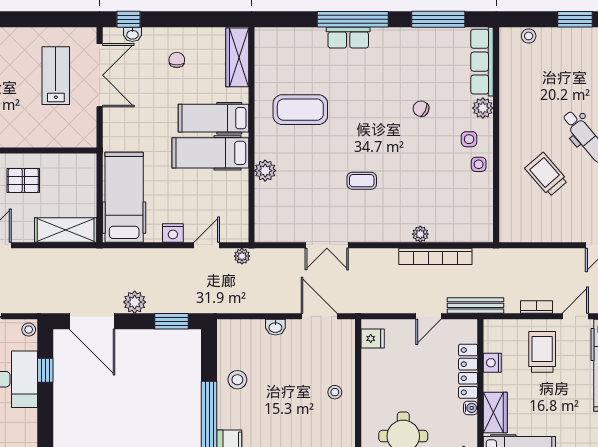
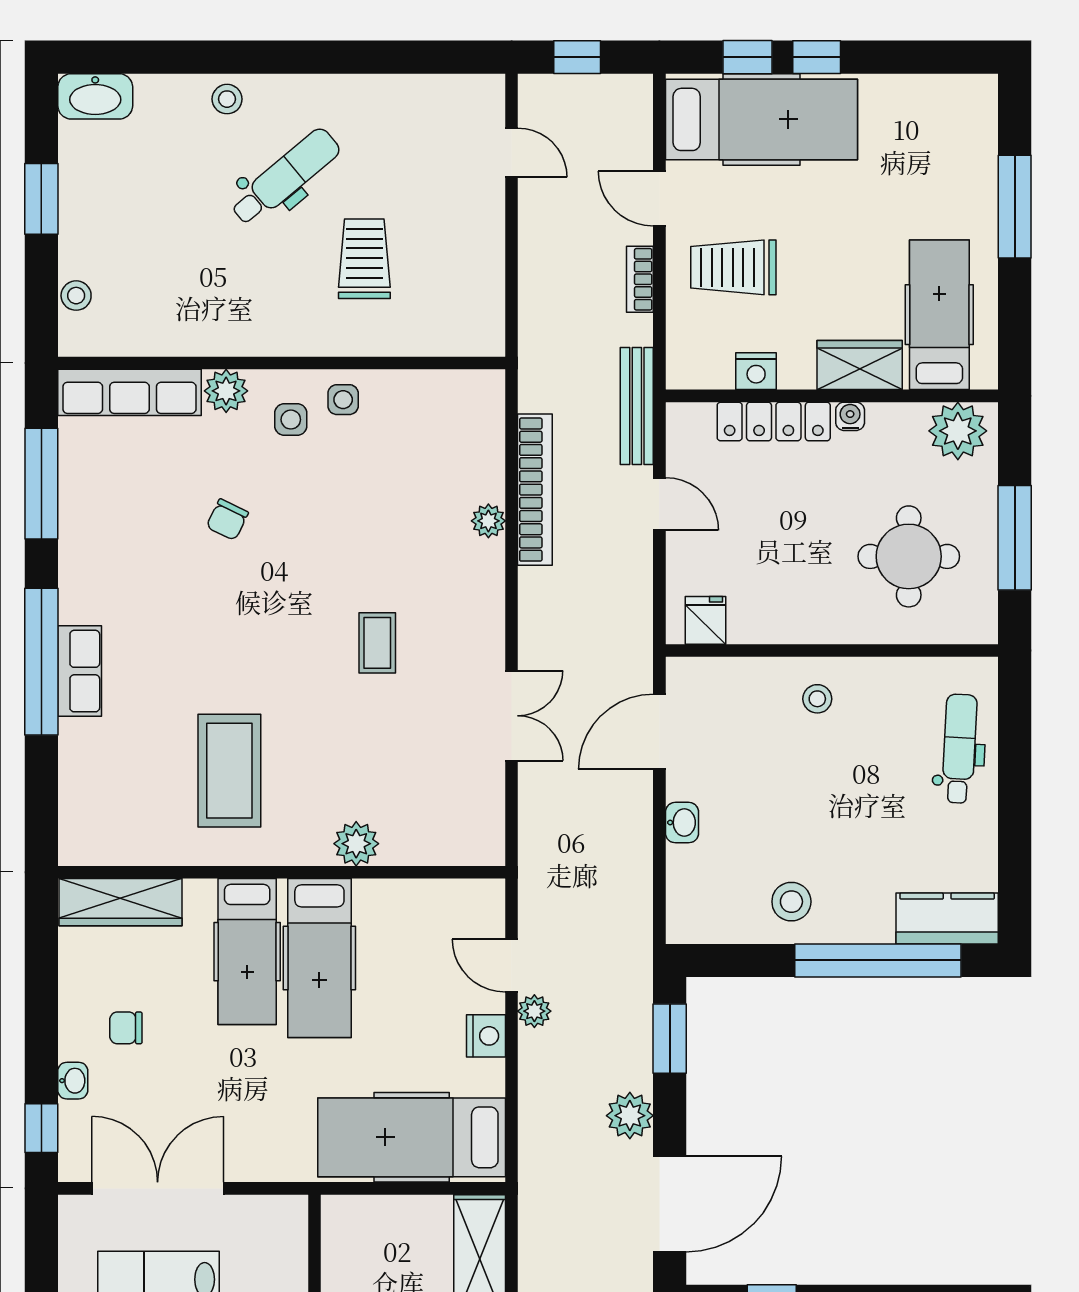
washbasin: (132, 34) -> (73, 1081), moved
trolley: (546, 174) -> (364, 259), turned 131
plant: (242, 256) -> (534, 1011), moved

